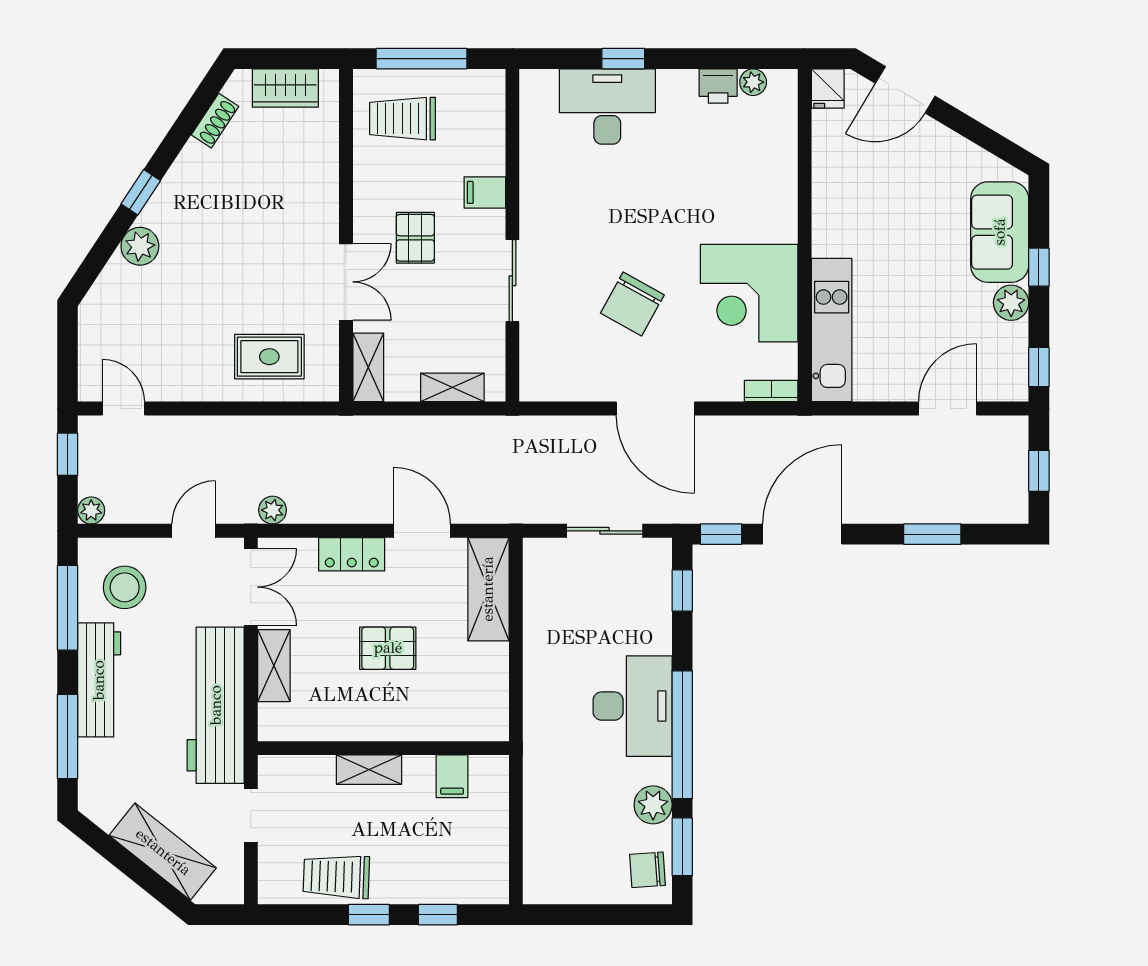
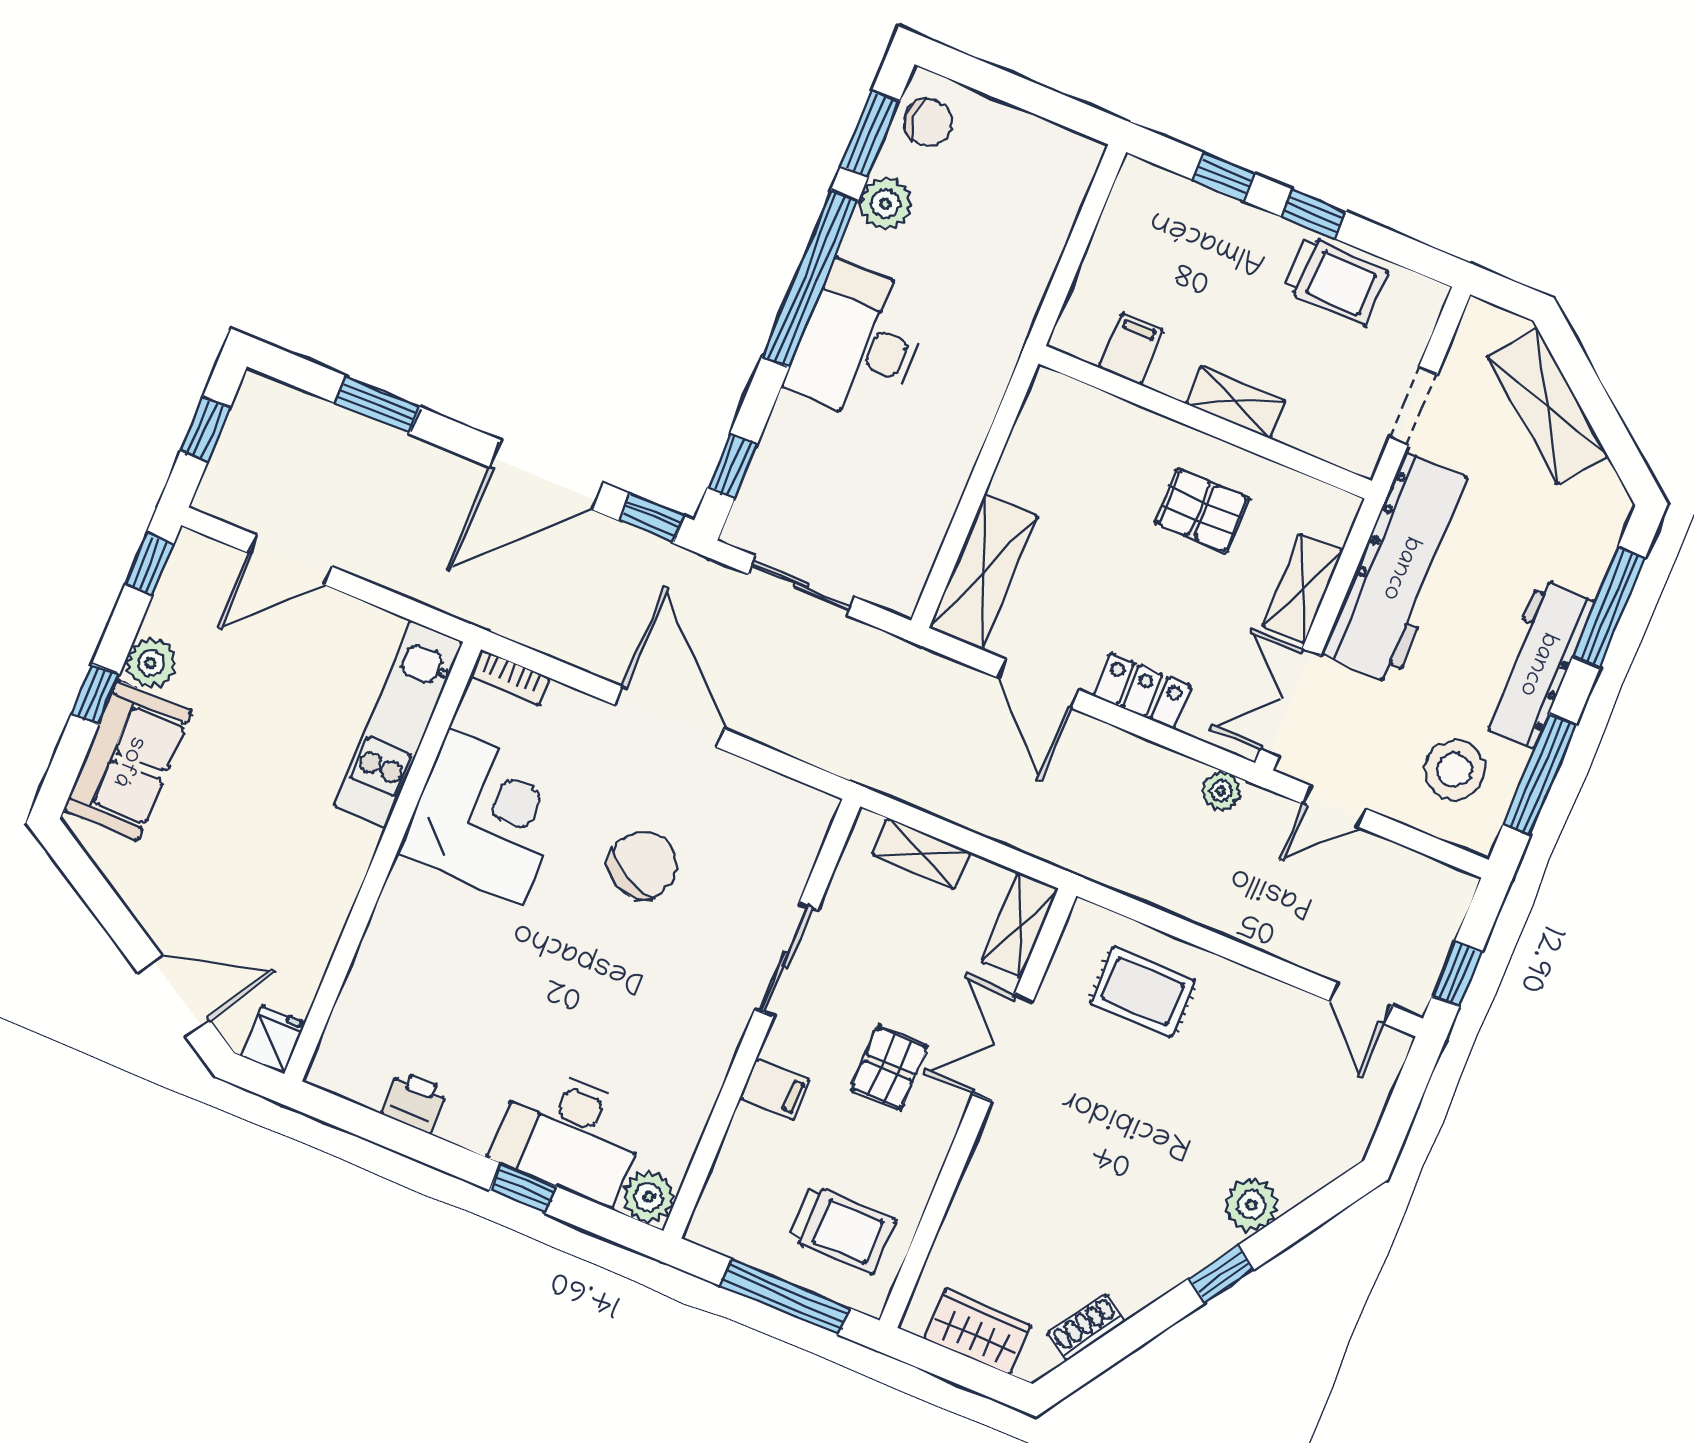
plant: (753, 82) -> (649, 1197), moved, width x1.38, depth x1.38
plant: (91, 510) -> (1457, 888), removed
pallet: (388, 648) -> (1202, 511), moved

